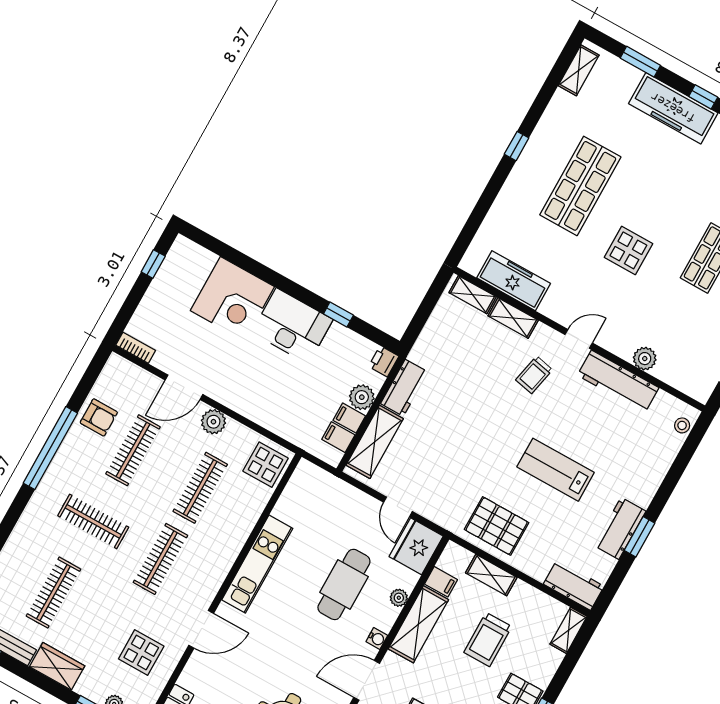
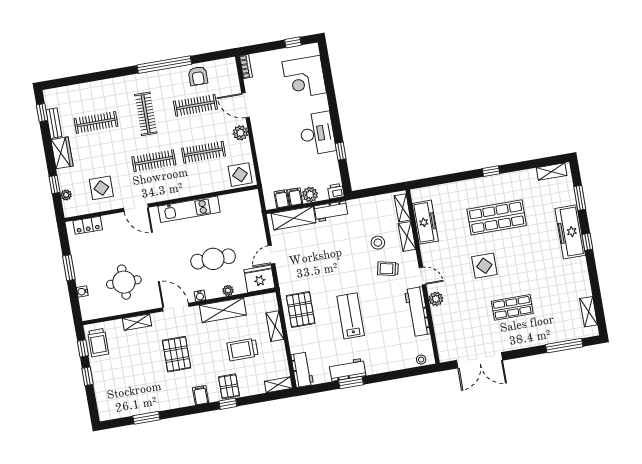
corner desk: (232, 299) -> (304, 77), moved
plant: (645, 359) -> (436, 299), moved
stool: (491, 361) -> (378, 243), added
filing cabinet: (441, 582) -> (252, 304), removed

